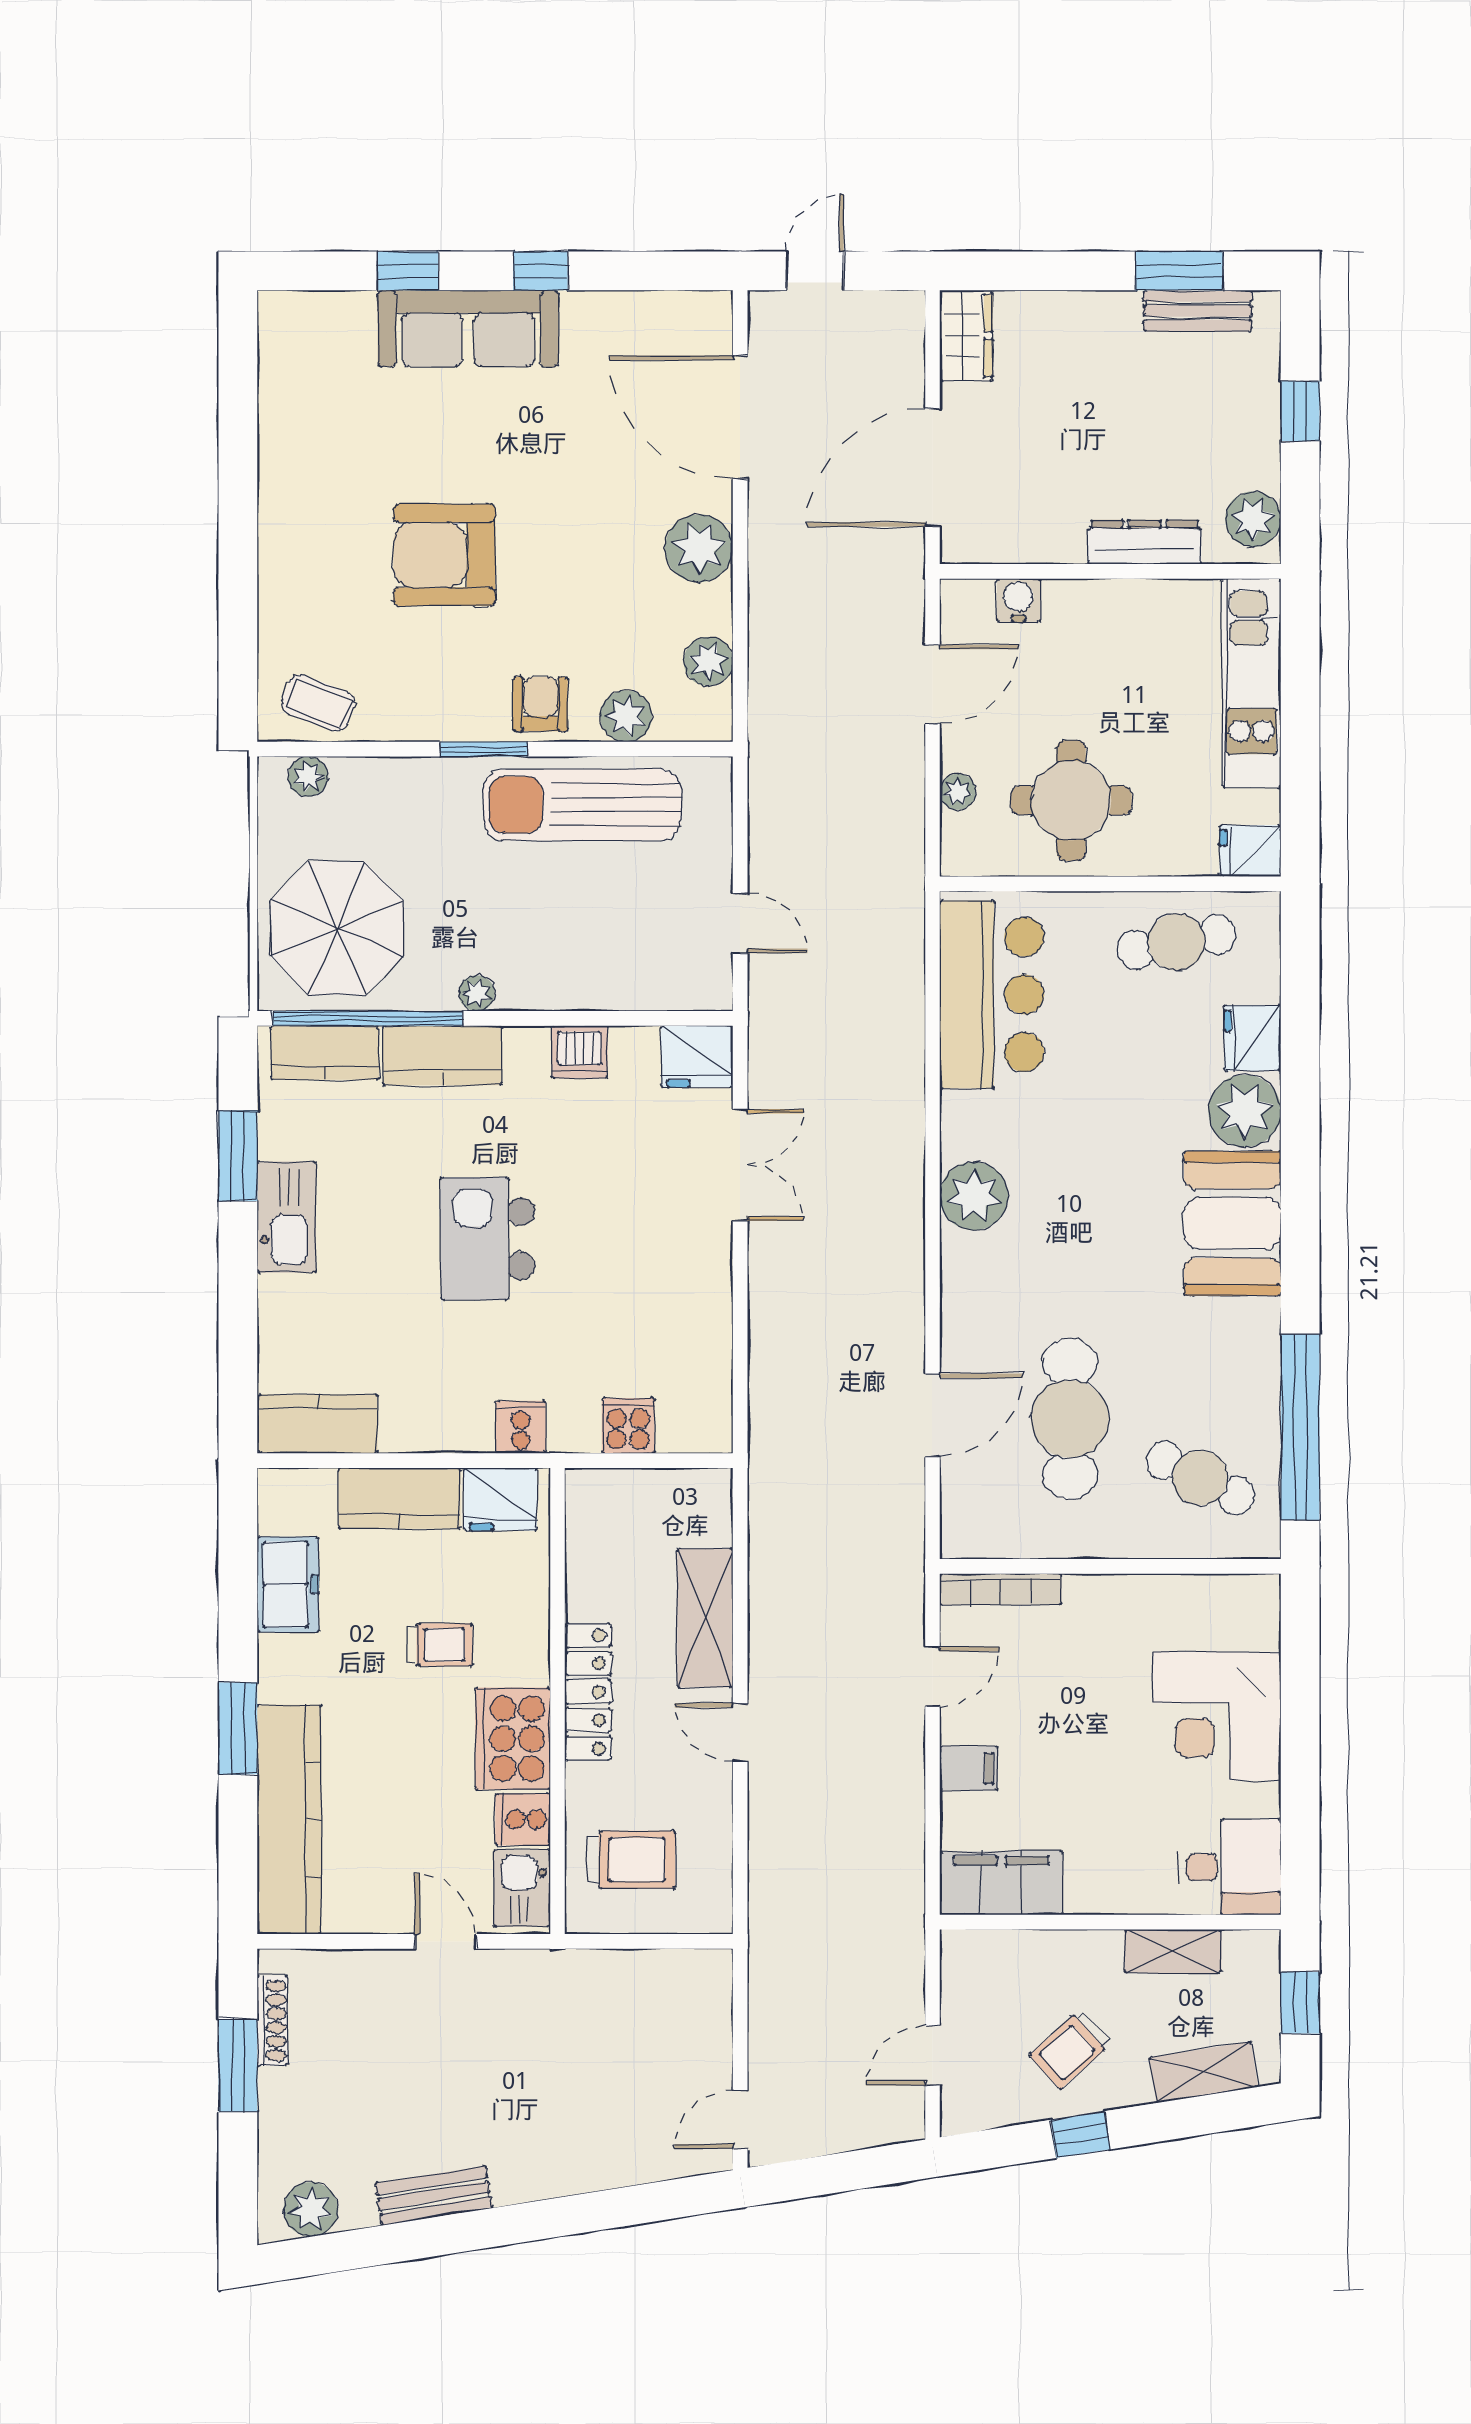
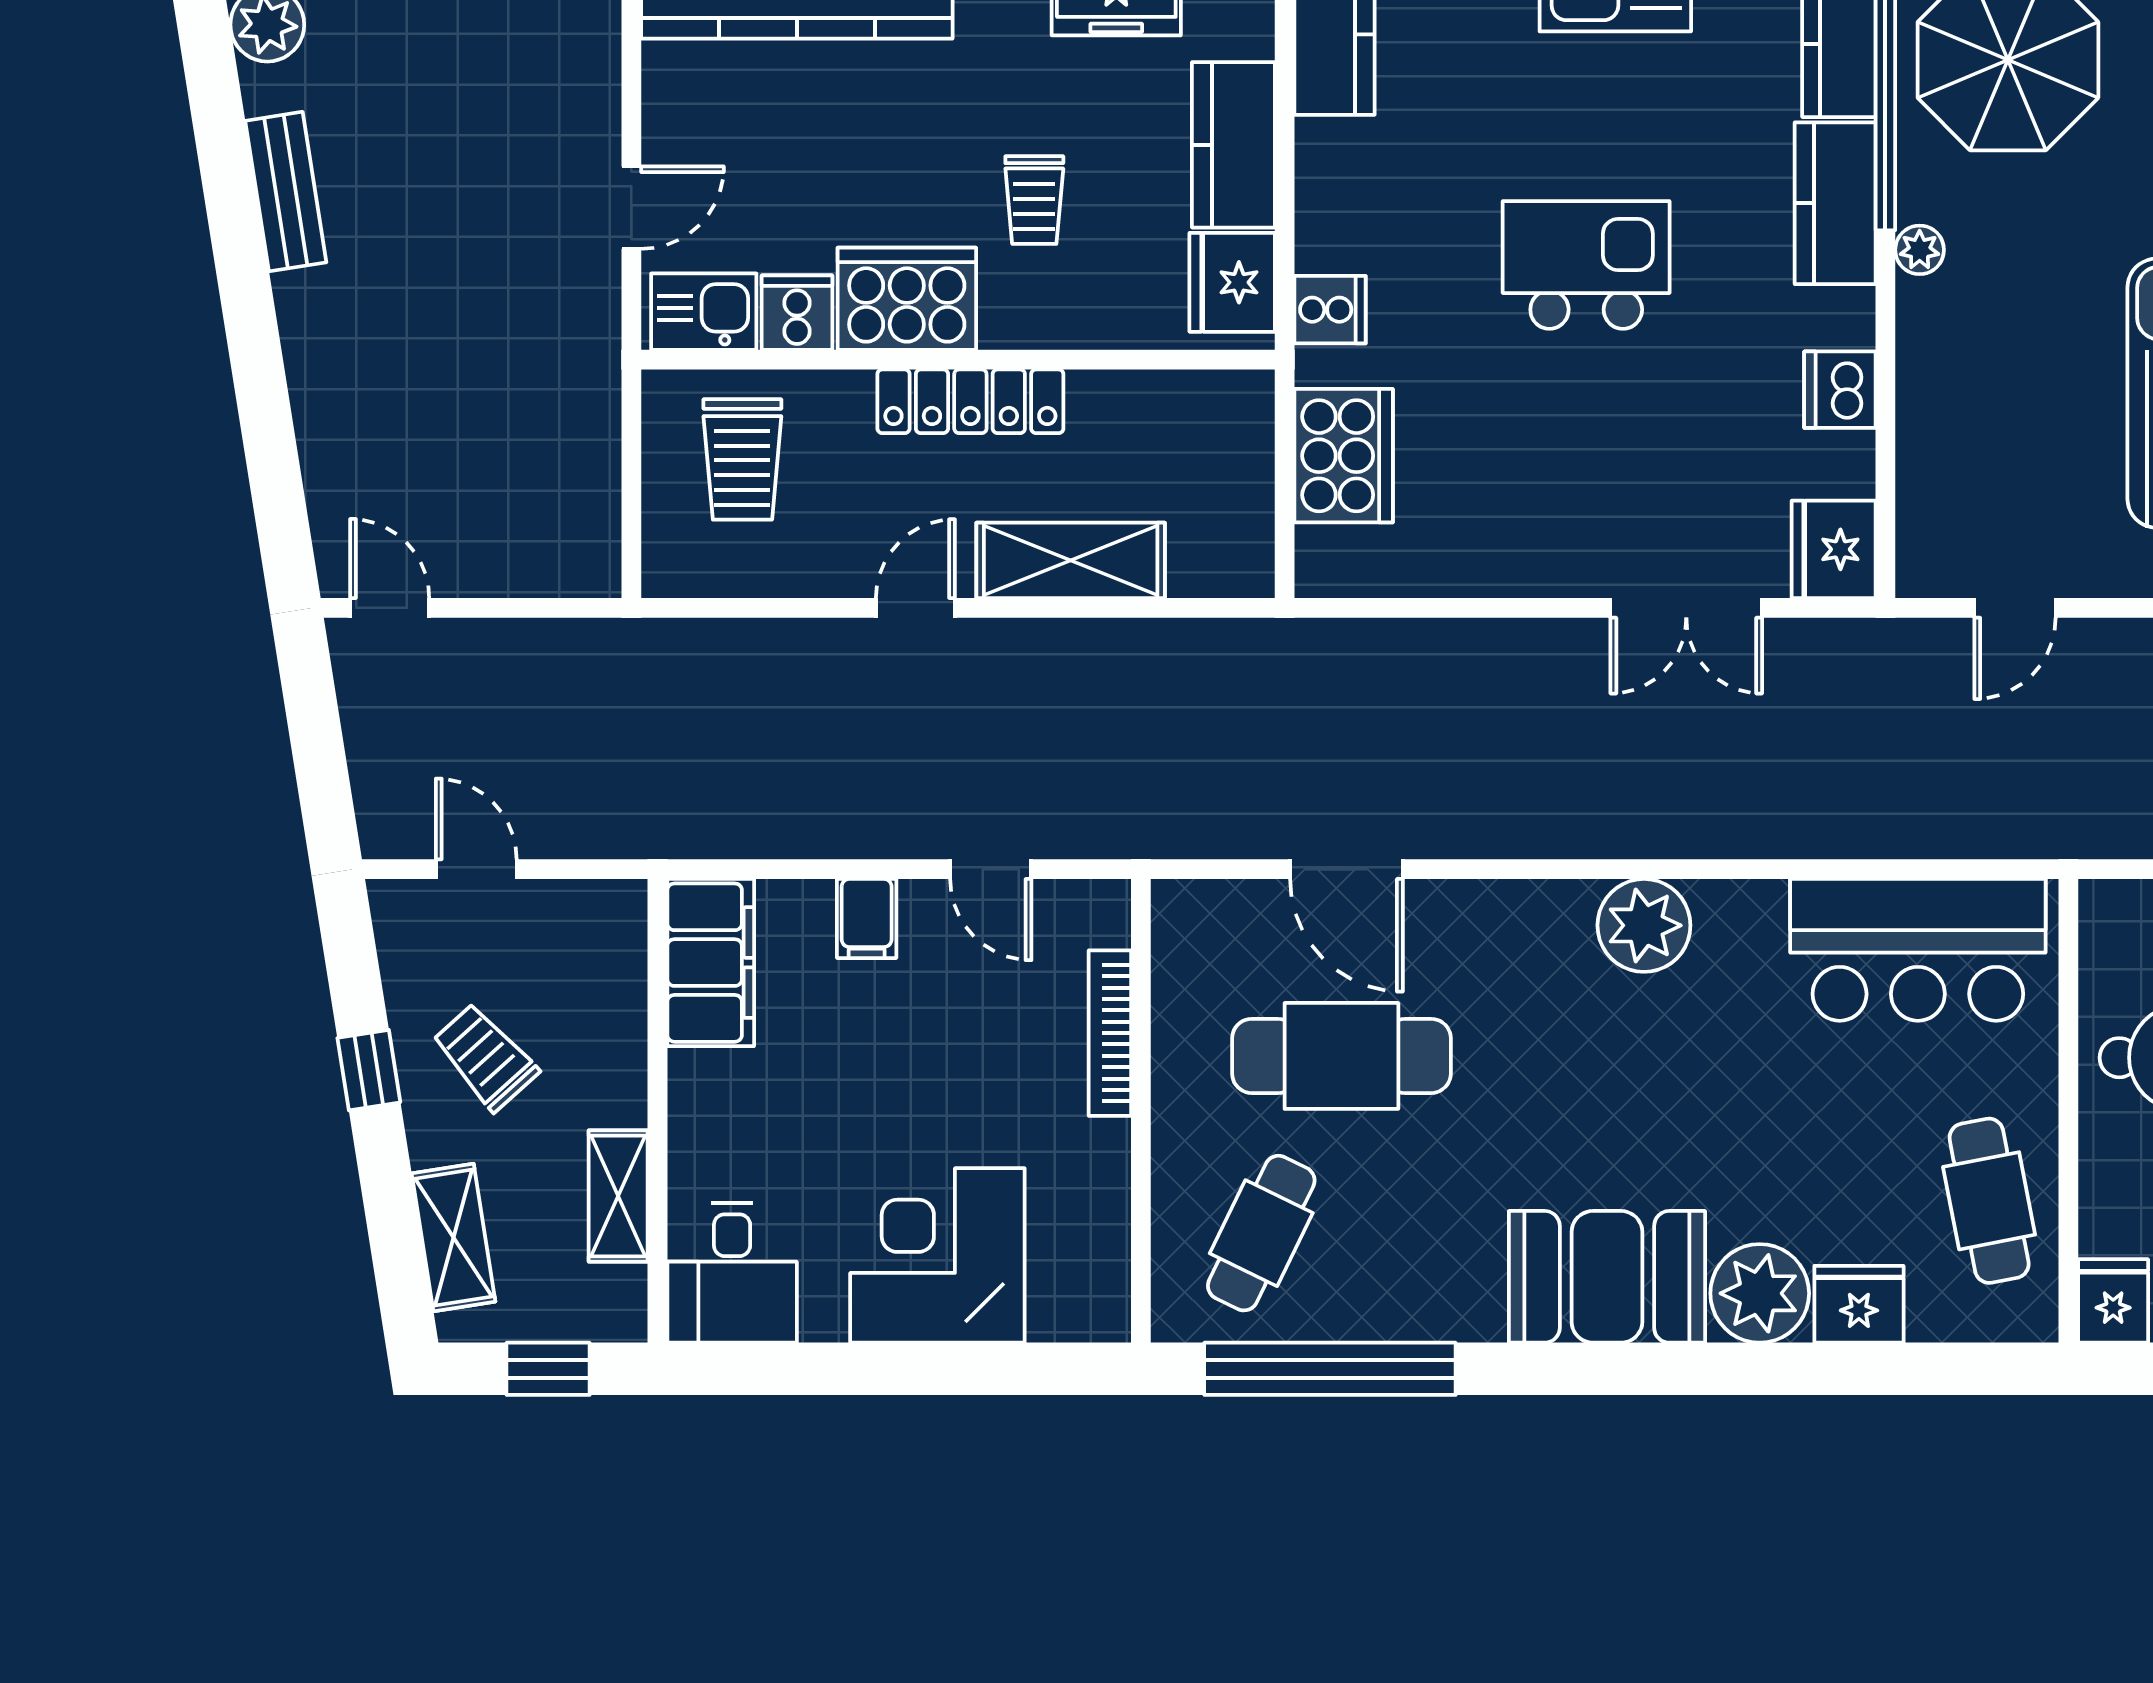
cooker: (628, 1426) -> (1344, 456), width x1.87, depth x1.31
bookcase: (1001, 1589) -> (1110, 1033), moved

